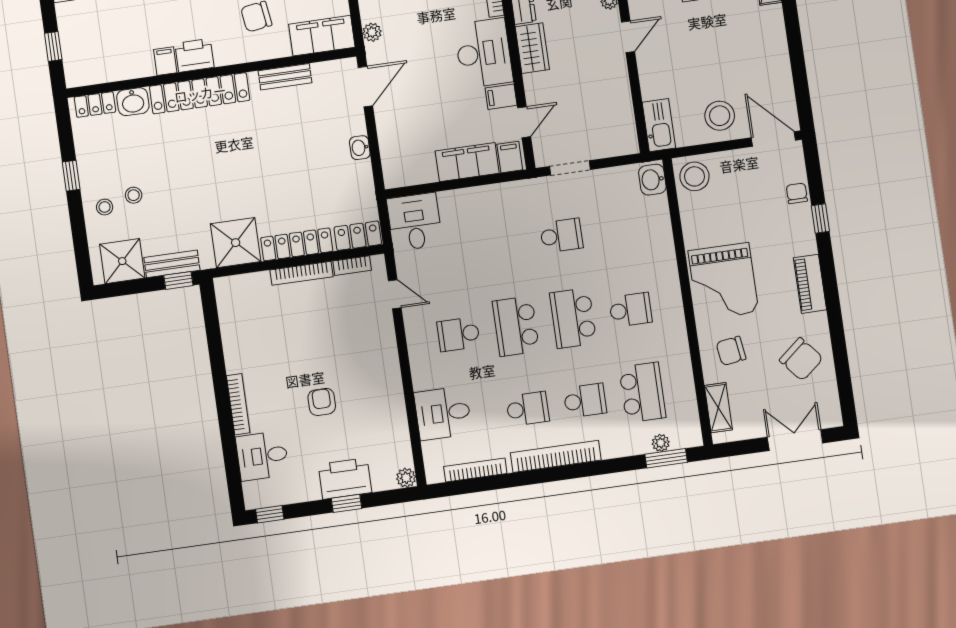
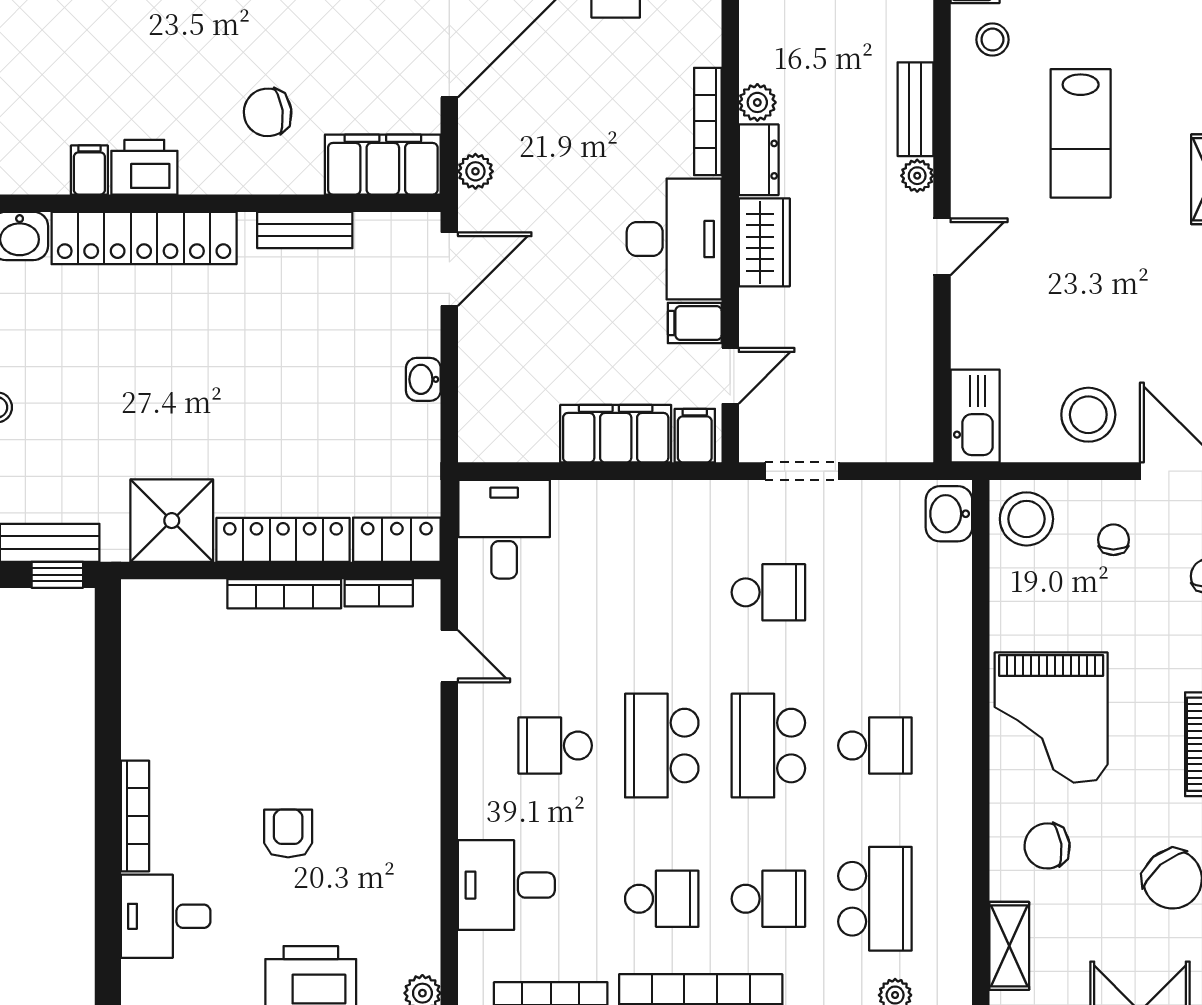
chair: (743, 181) -> (1113, 540), added

